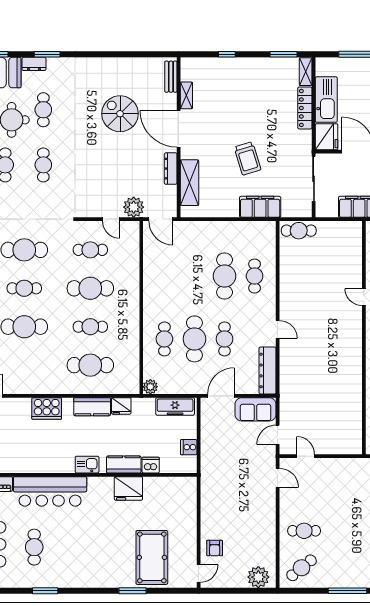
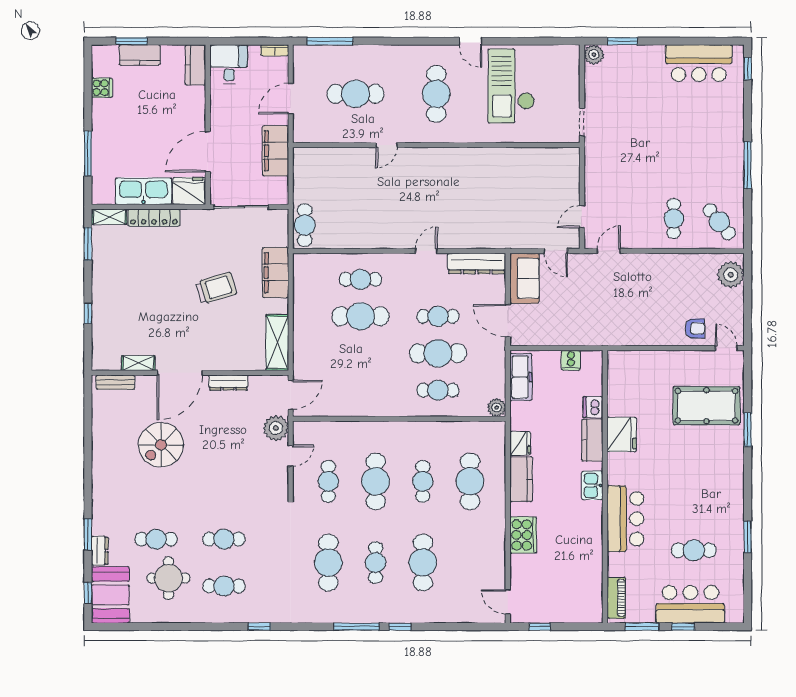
shelving: (189, 183) -> (277, 342), moved, turned 90
bar counter: (50, 491) -> (625, 519), width x0.73

